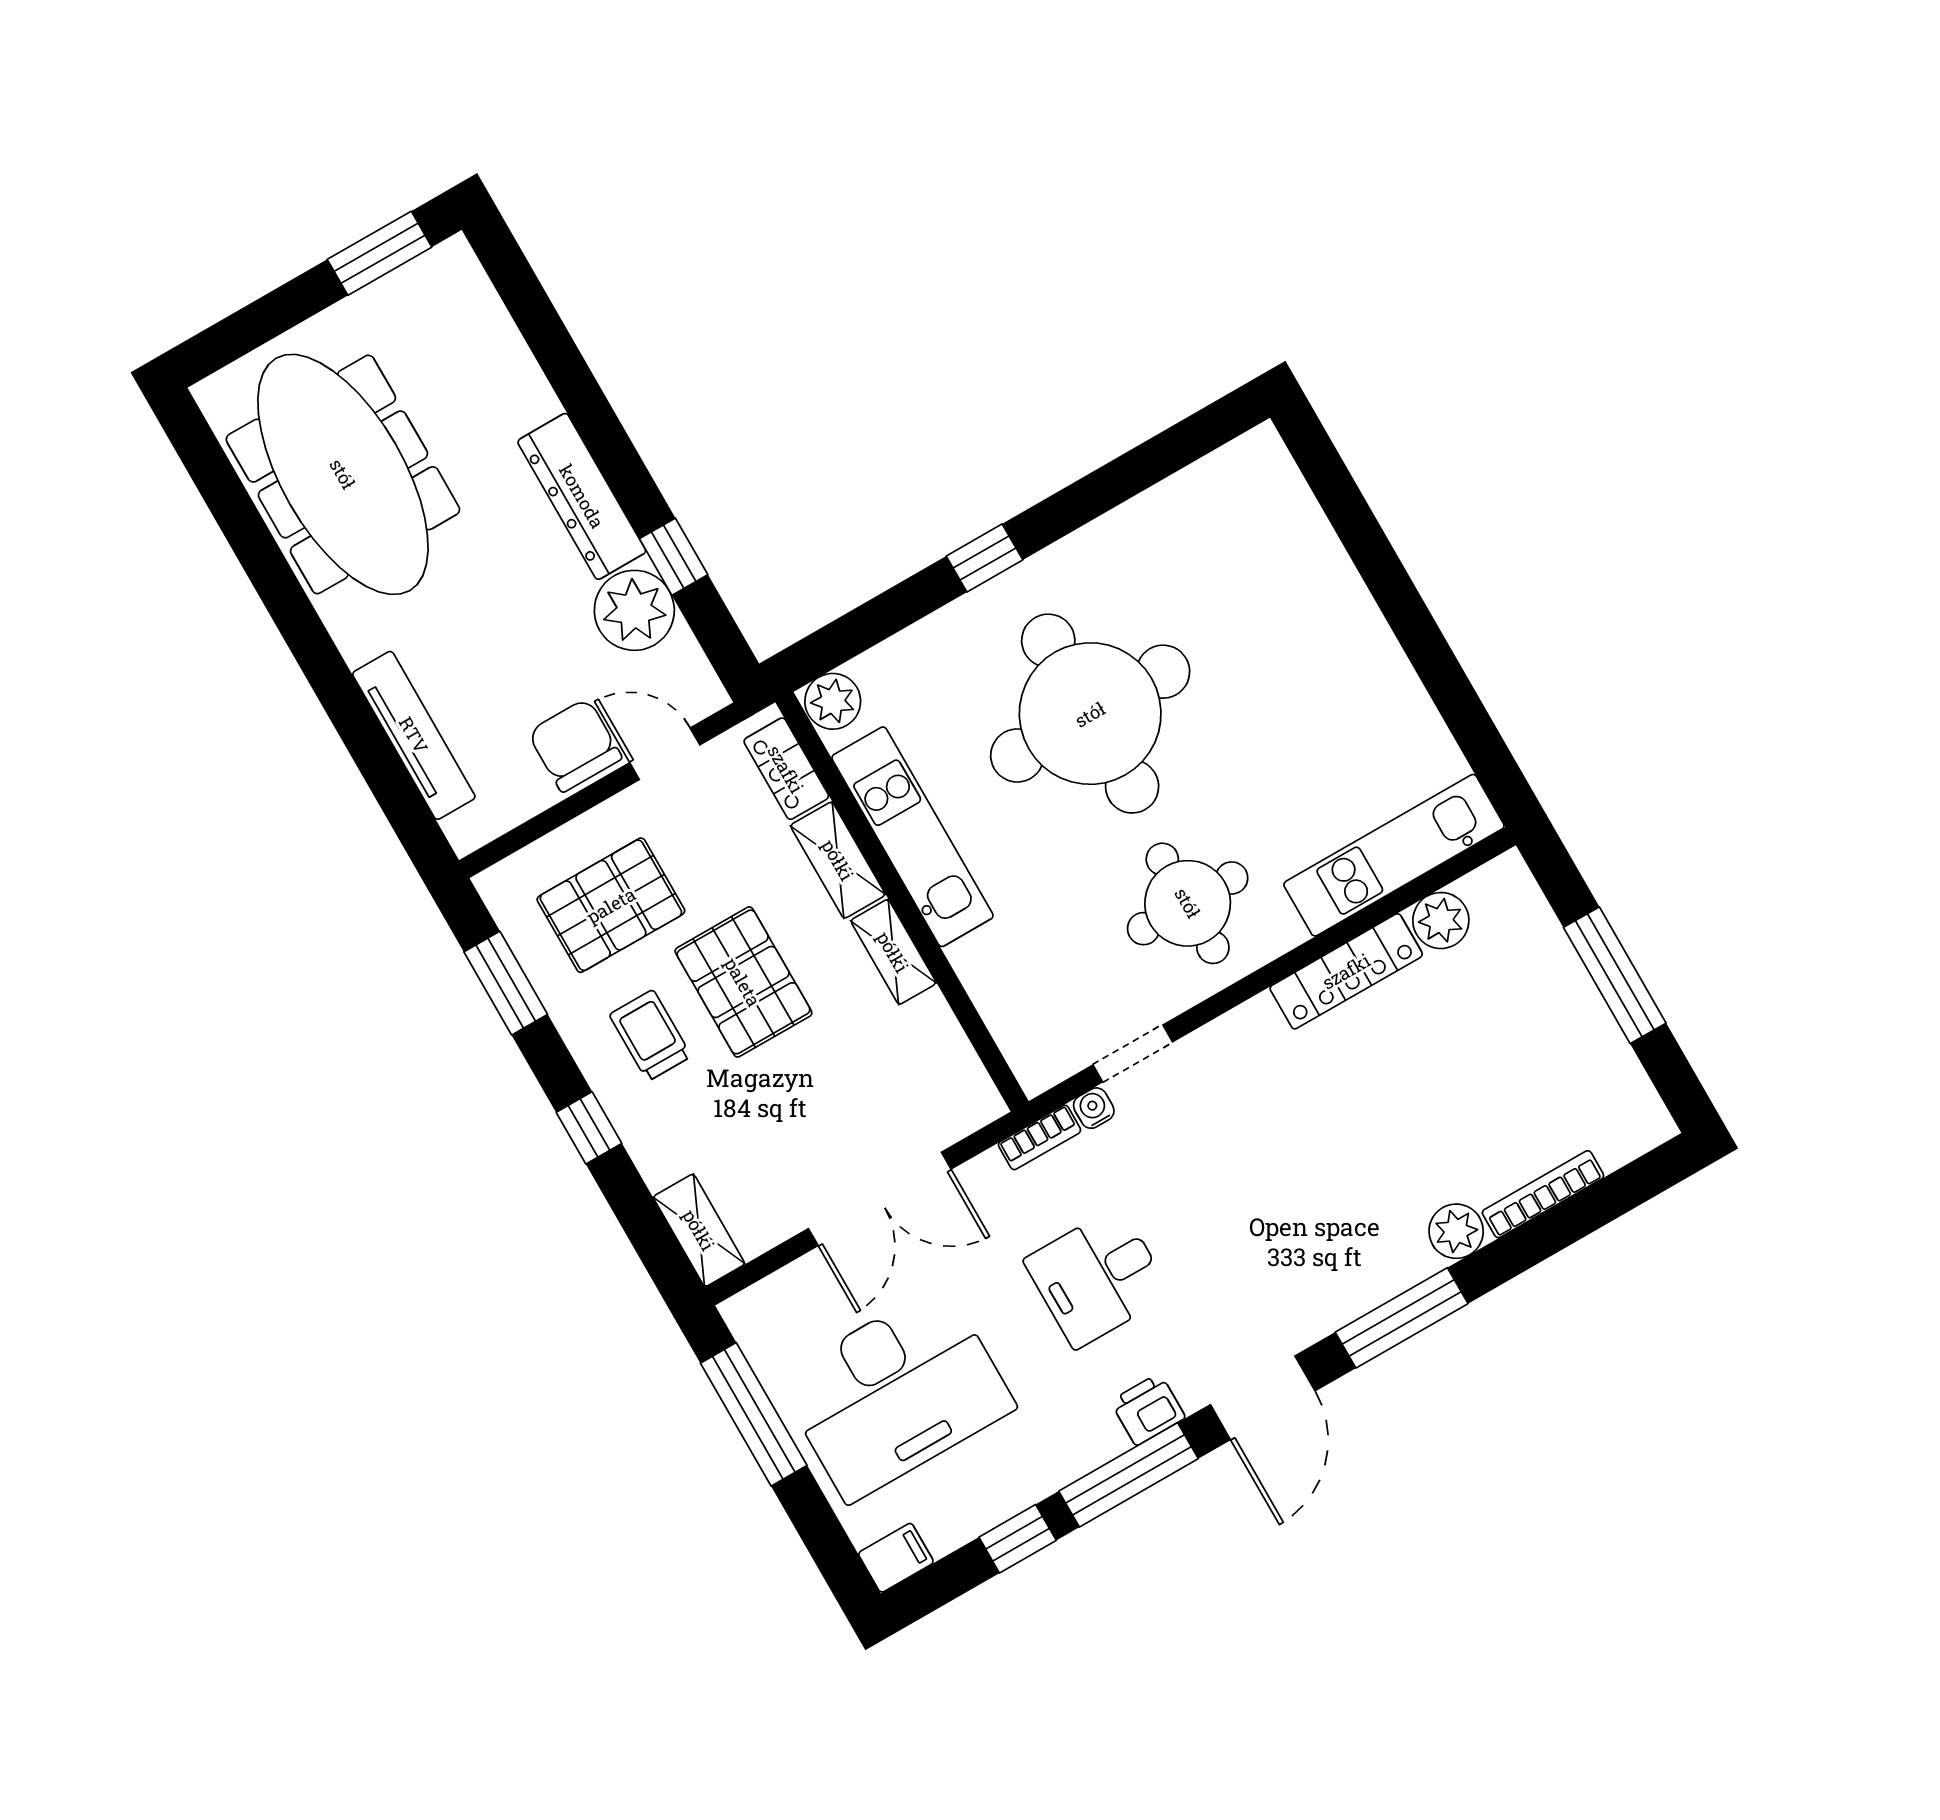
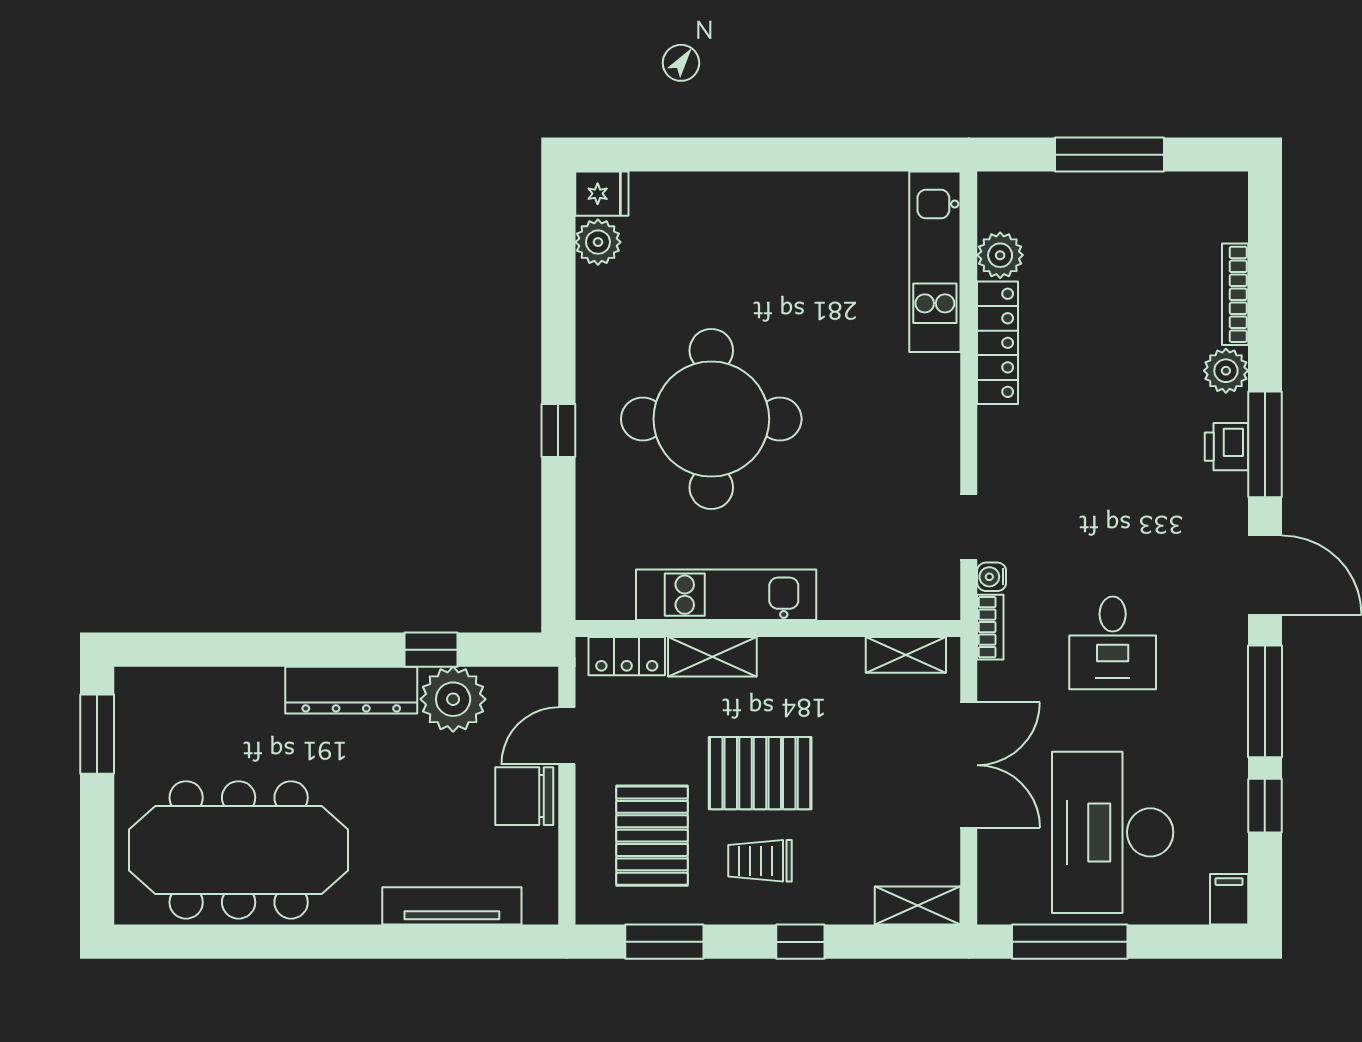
fridge: (1263, 459) -> (602, 194), added
plant: (833, 701) -> (598, 242), moved
round table: (1188, 903) -> (885, 427), removed
shelving: (893, 952) -> (906, 655), moved
desk: (896, 1393) -> (1113, 832), turned 180
printer: (1148, 1409) -> (1227, 447), moved

